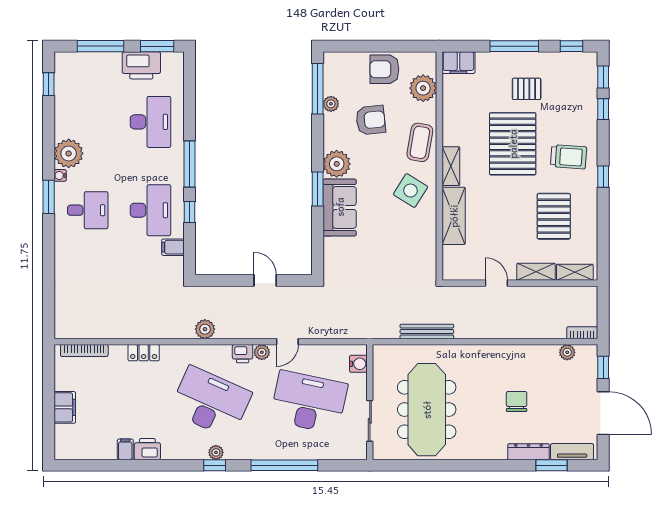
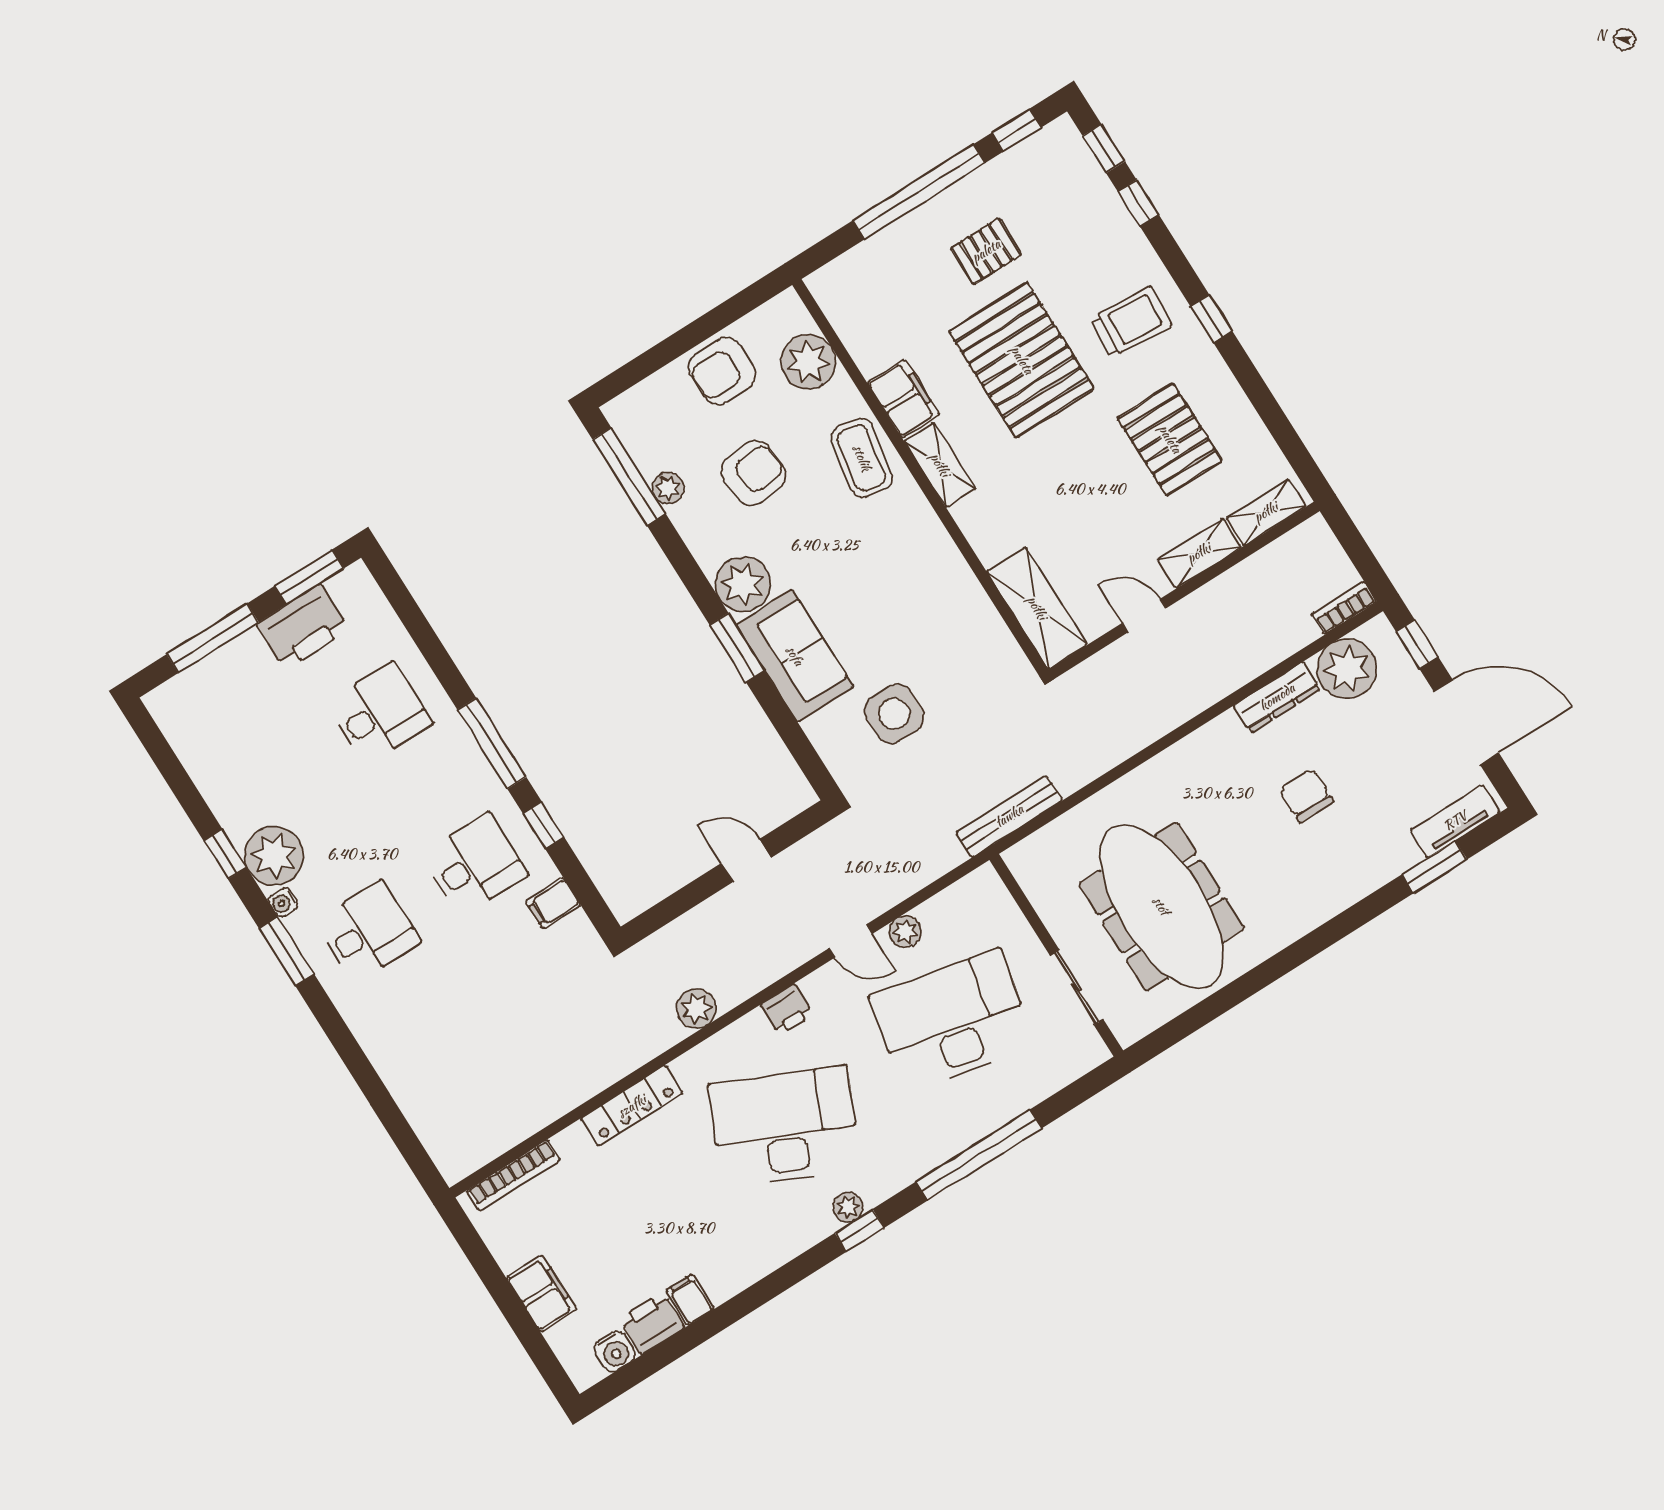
window: (514, 46) -> (919, 192), width x1.46
filing cabinet: (458, 63) -> (903, 399), moved, turned -90
window: (49, 84) -> (225, 854), moved
desk: (150, 122) -> (380, 714), width x0.73
side table: (410, 191) -> (894, 714), moved, turned -32
desk: (150, 210) -> (475, 864), width x0.73
shelving: (454, 216) -> (1037, 608), moved
bench: (427, 332) -> (1009, 816), moved
door: (287, 342) -> (850, 941), hinge flipped
plant: (262, 352) -> (905, 932), moved
plant: (567, 352) -> (1347, 669), width x1.88, depth x1.88
locker: (144, 353) -> (632, 1106), width x1.53
water cooler: (358, 364) -> (615, 1351), moved, turned 90
printer: (147, 449) -> (652, 1323), moved
dresser: (529, 452) -> (1277, 697), moved, turned 180

